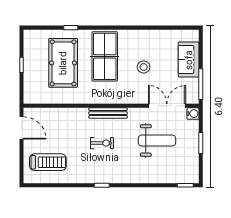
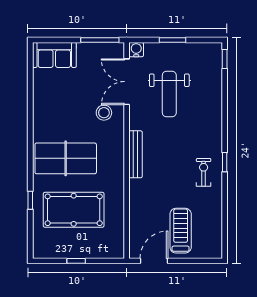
sofa: (189, 60) -> (54, 55), moved
stool: (144, 67) -> (104, 113), moved
weight bench: (157, 140) -> (169, 94), turned 180
exercise bike: (102, 143) -> (204, 172), moved
treadmill: (48, 162) -> (181, 231), moved

